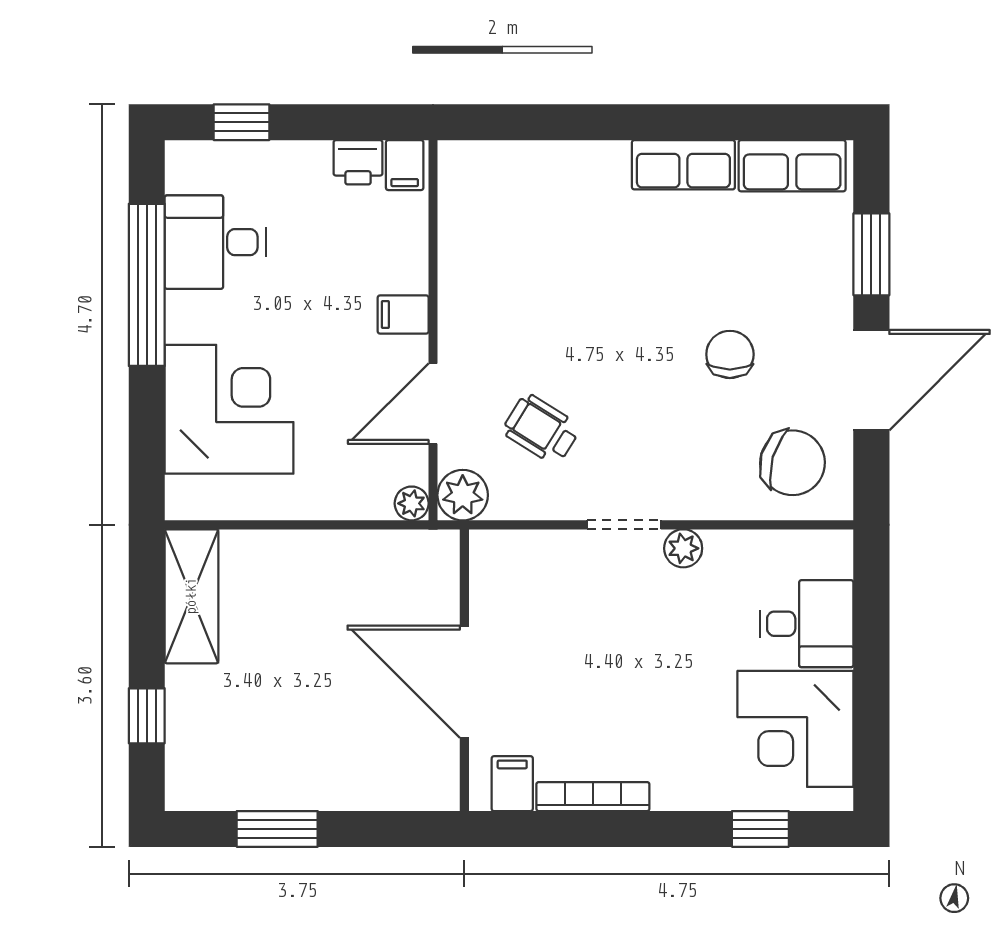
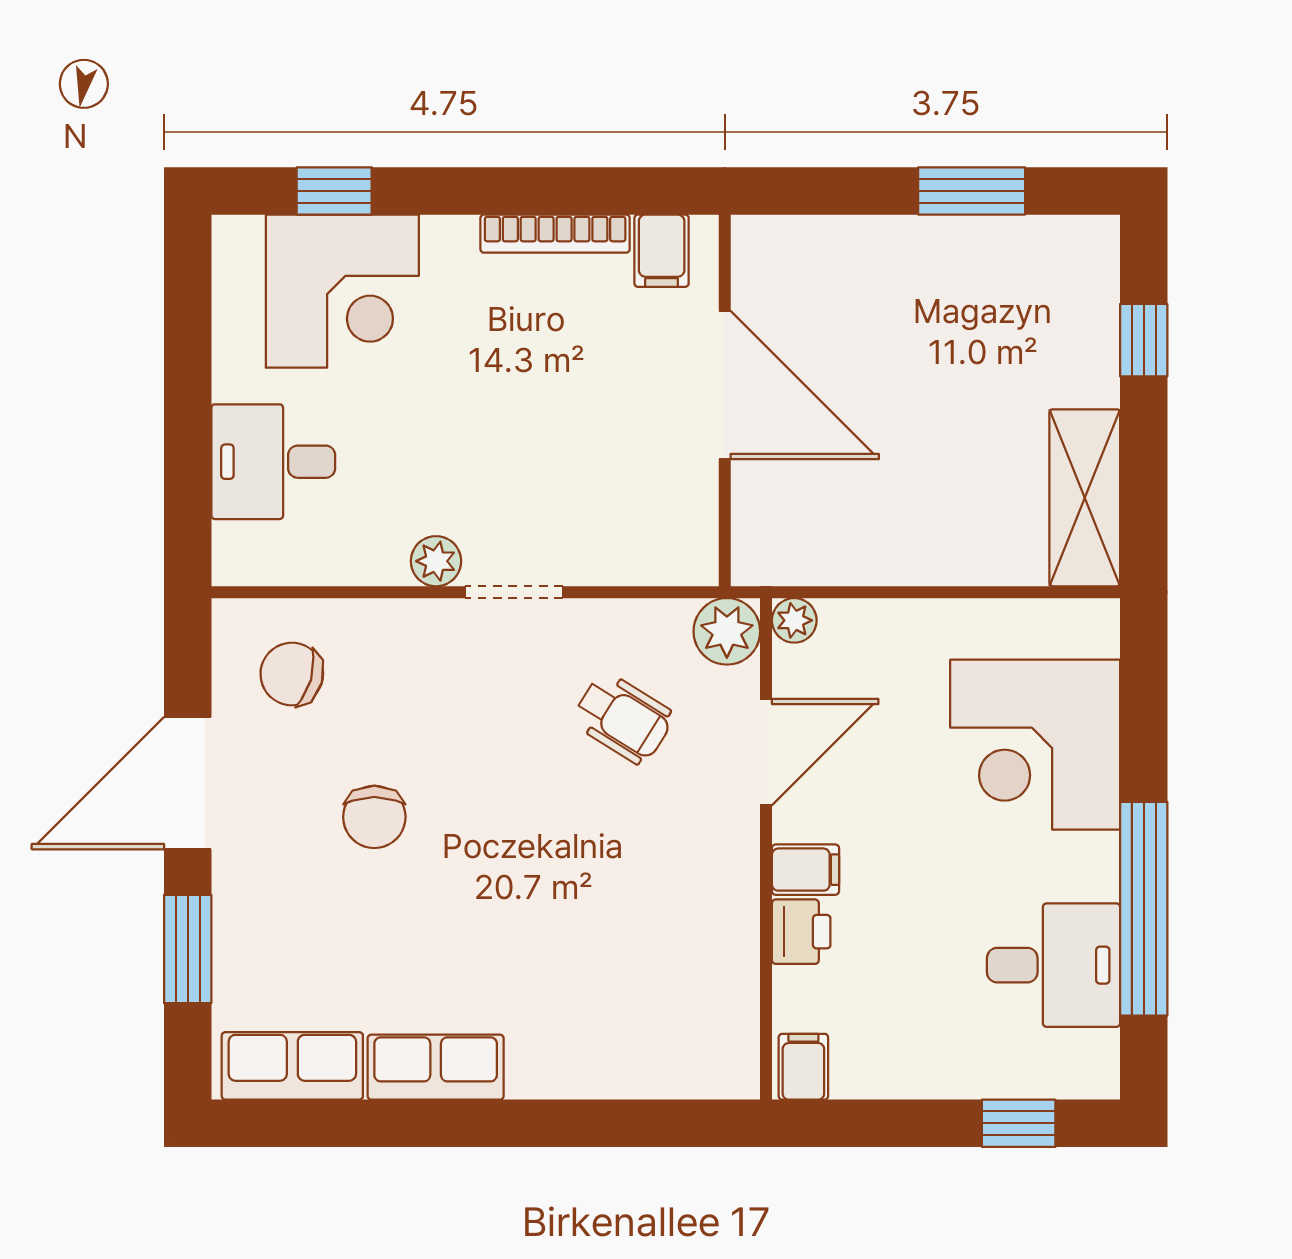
printer: (358, 162) -> (801, 932), moved, turned 90
chair: (792, 463) -> (292, 674), width x0.73, depth x0.73
corner desk: (795, 729) -> (342, 291), moved, turned 90

